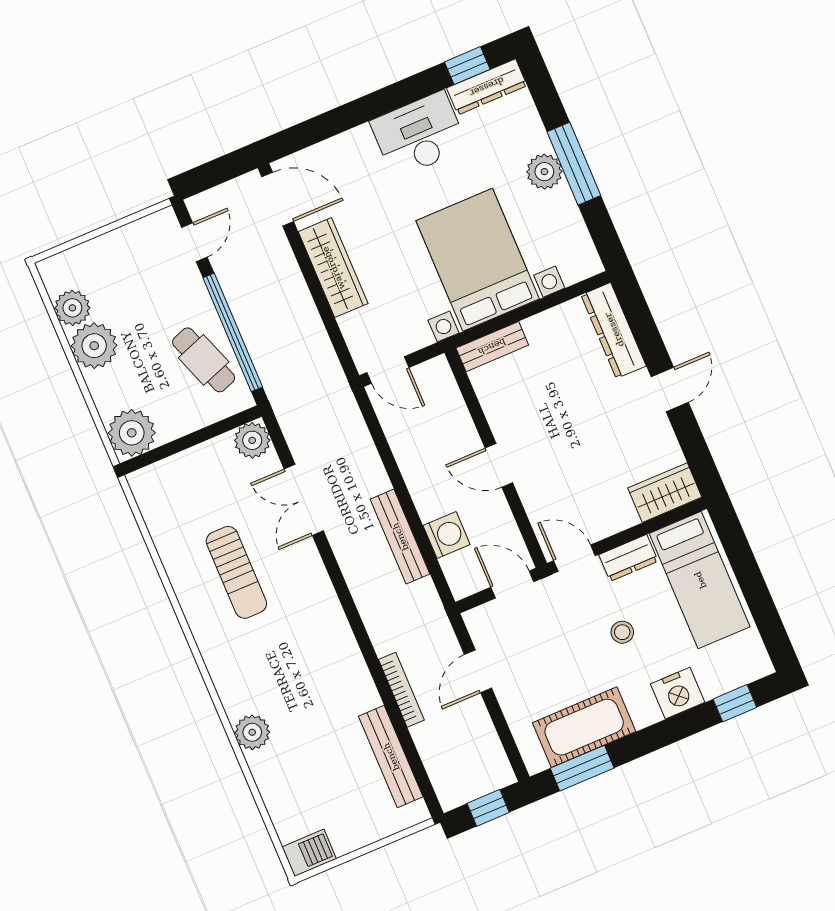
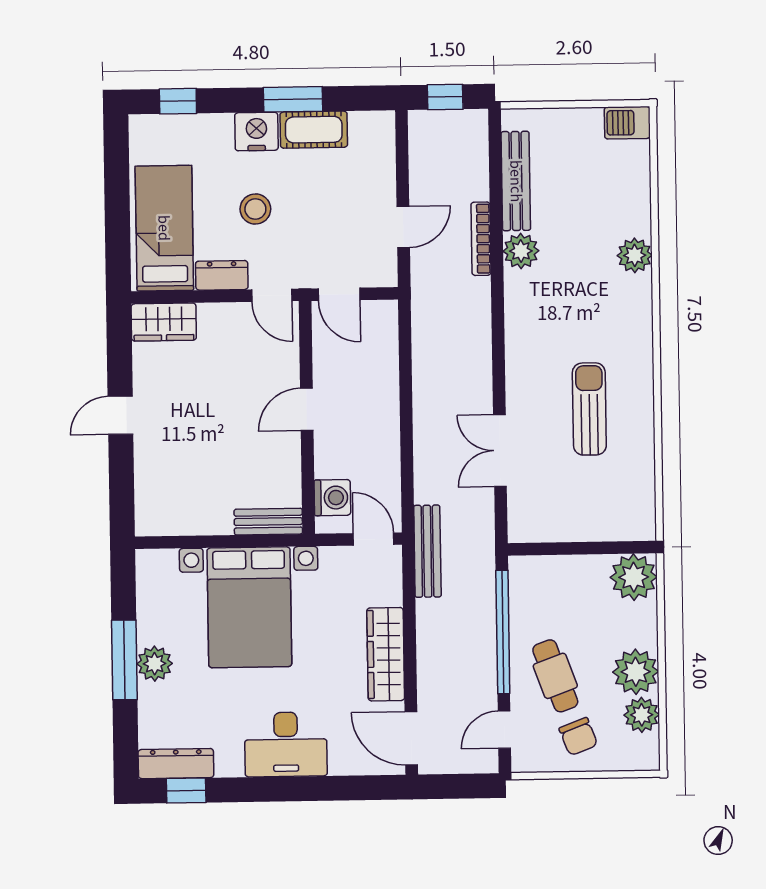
desk: (419, 135) -> (286, 744), moved
chair: (123, 264) -> (578, 737), added
dresser: (614, 330) -> (150, 491), removed
cafe table: (204, 360) -> (555, 676), moved
plant: (252, 440) -> (521, 251), moved
door: (499, 465) -> (307, 409), swing flipped
double door: (304, 500) -> (500, 451), swing flipped
washing machine: (447, 535) -> (332, 498), moved, turned 180
bench: (400, 537) -> (427, 551), moved
stool: (622, 632) -> (255, 209), width x1.37, depth x1.37
nightstand: (678, 693) -> (256, 132), moved
cot: (584, 727) -> (314, 130), width x0.73, depth x0.75
window: (582, 768) -> (293, 99), moved

